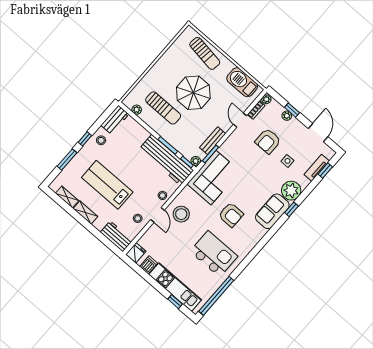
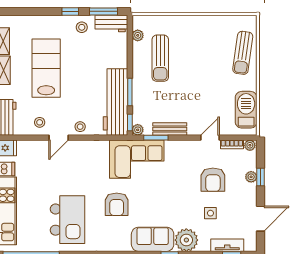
parasol: (193, 93) -> (198, 74), removed
armchair: (268, 141) -> (213, 180), turned -90
window: (67, 159) -> (104, 11), moved
stool: (181, 214) -> (78, 159), removed

